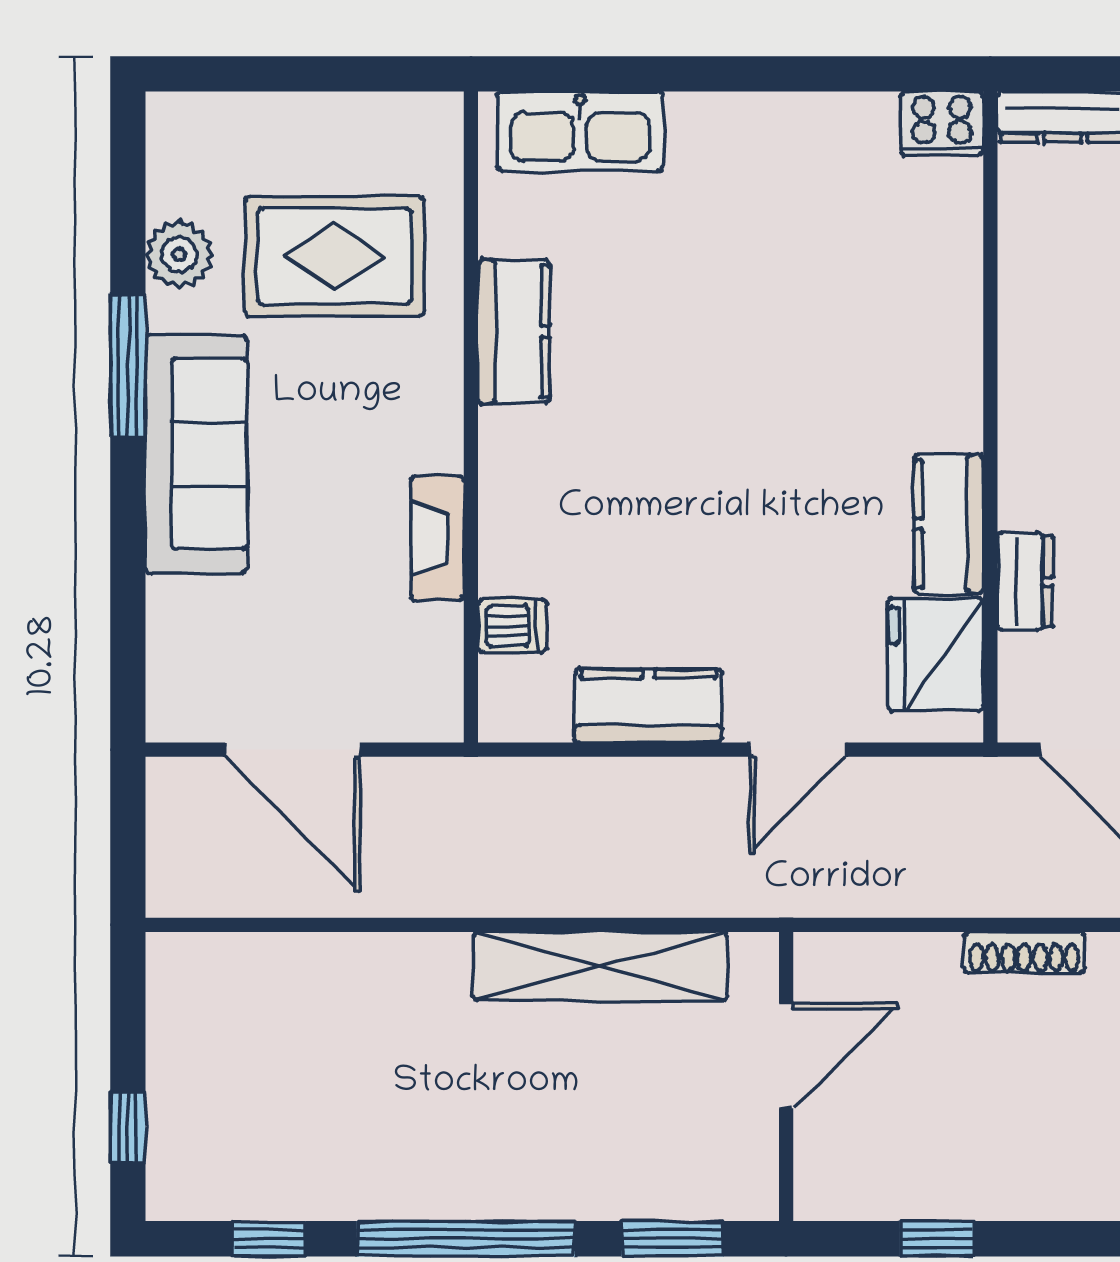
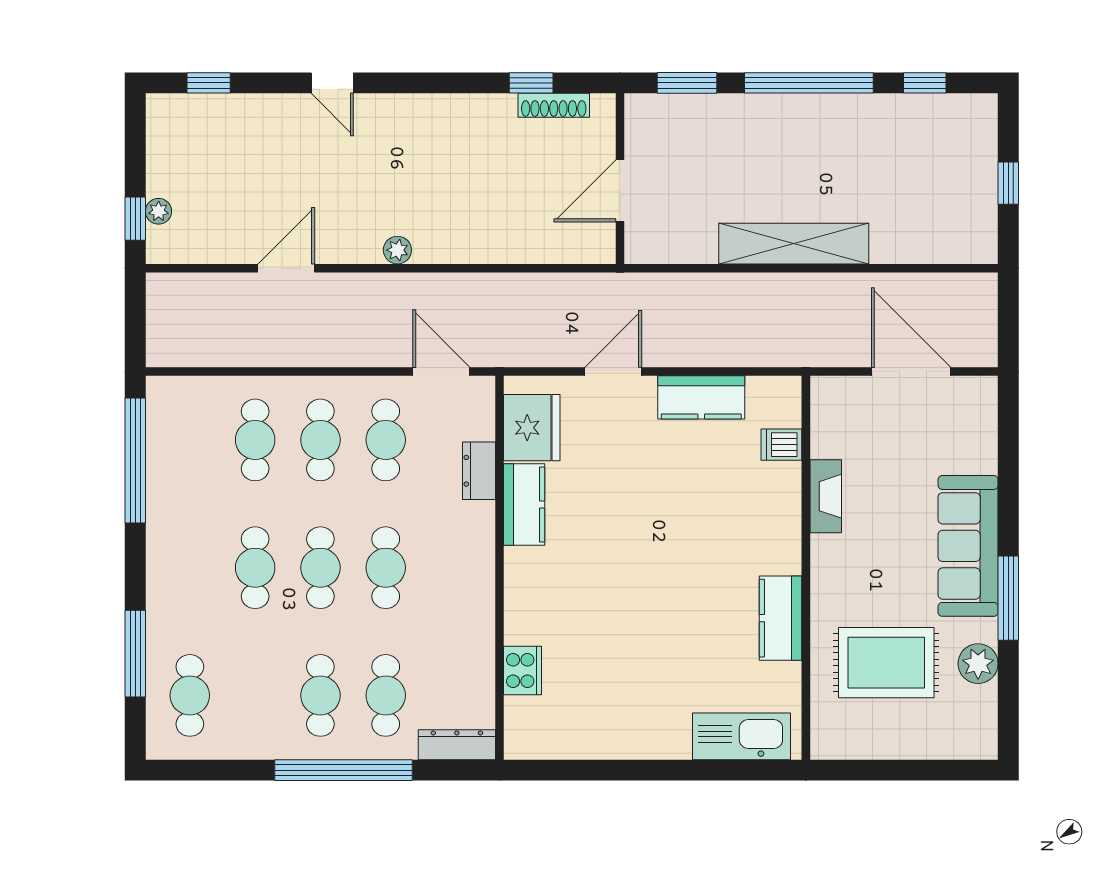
cooker: (942, 123) -> (522, 670), moved, turned 90
shoe rack: (1024, 952) -> (554, 105), moved, turned 180
shelving: (600, 966) -> (794, 244), moved
window: (128, 1127) -> (1008, 183), moved

